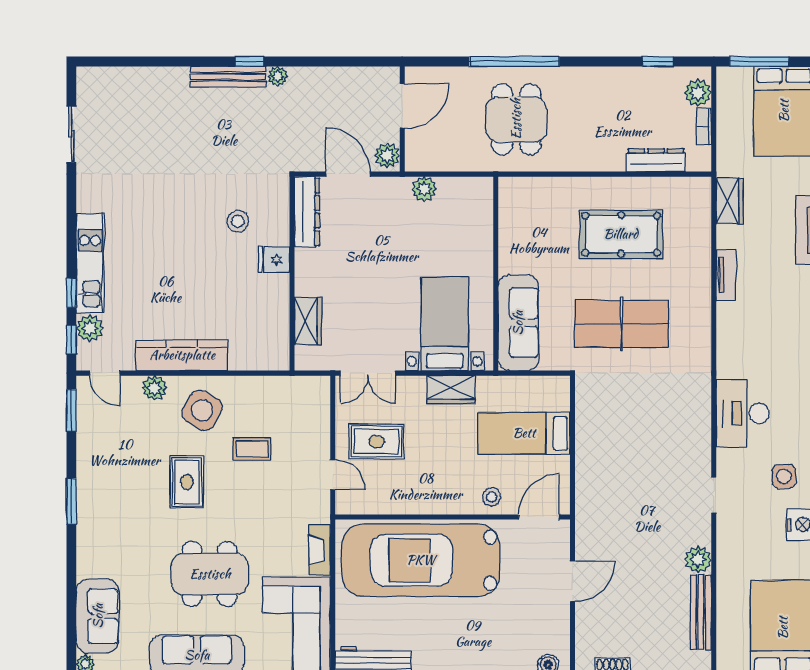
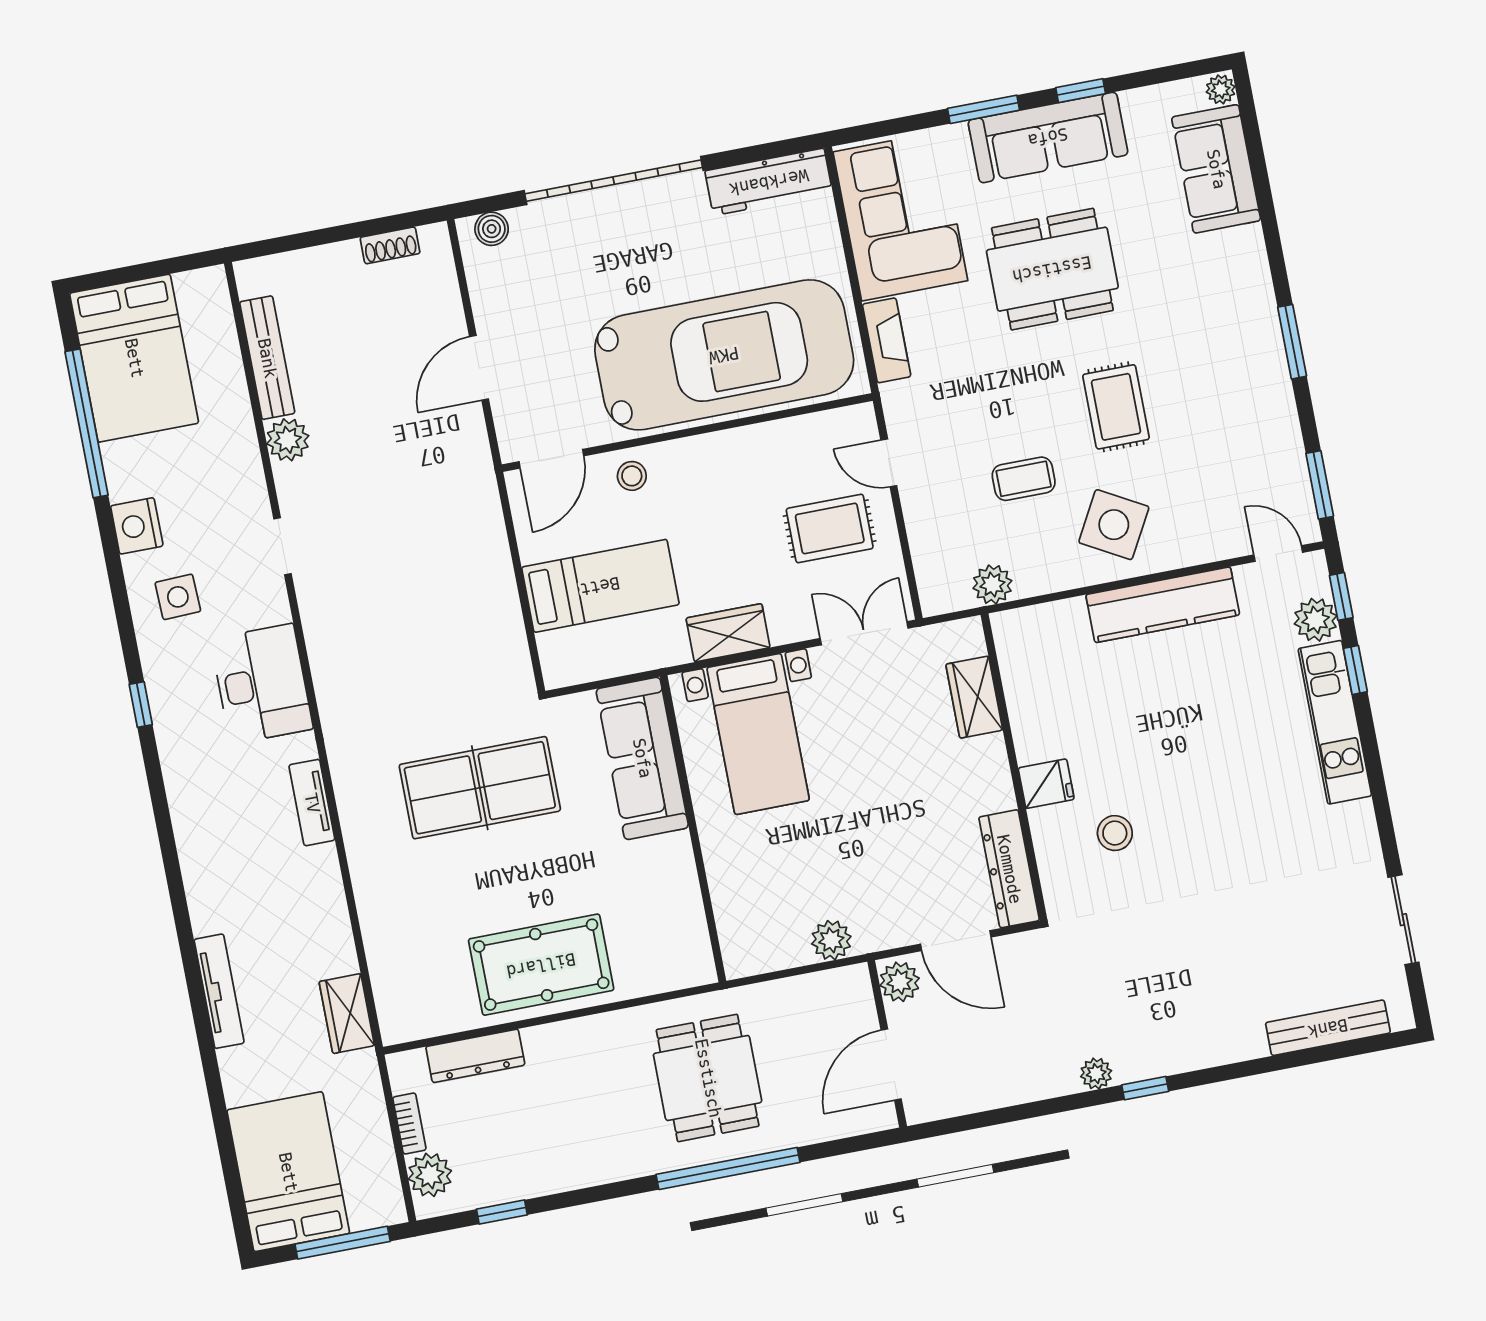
bench: (228, 77) -> (1328, 1028), moved
pool table: (621, 234) -> (541, 965), moved
tv unit: (726, 275) -> (312, 803), moved
plant: (155, 388) -> (992, 584), moved

